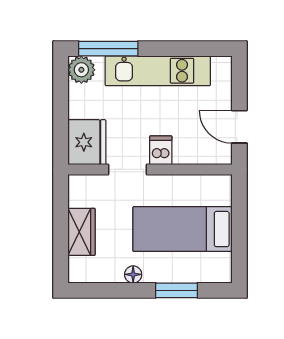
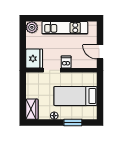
window: (108, 49) -> (43, 18), removed
wardrobe: (81, 232) -> (32, 109), moved

